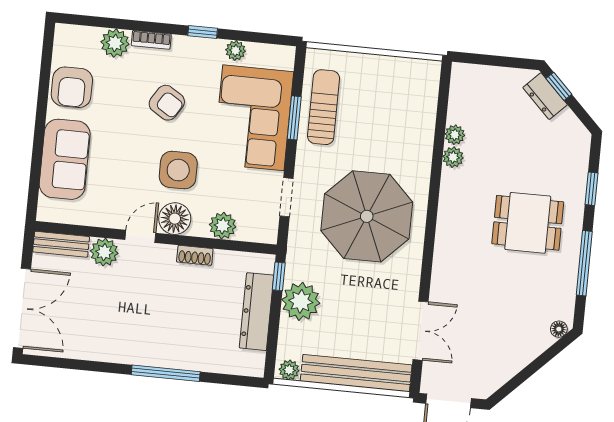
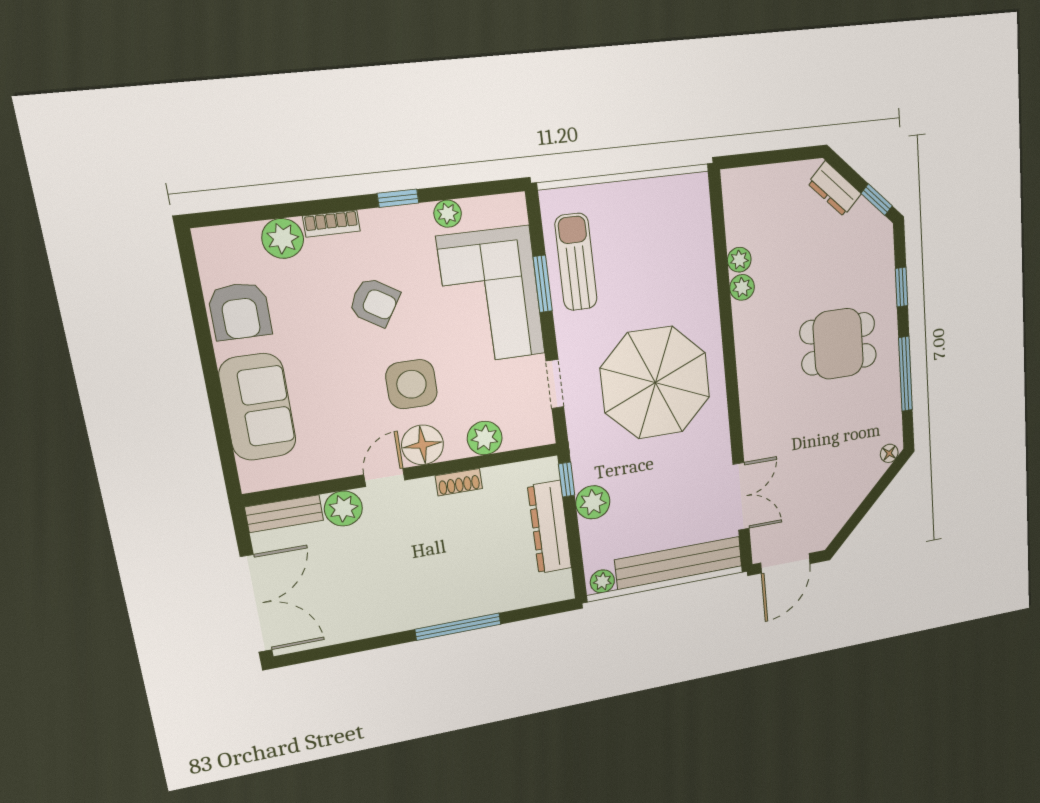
window: (559, 86) -> (877, 200), moved
plant: (301, 301) -> (593, 502), width x0.73, depth x0.73

